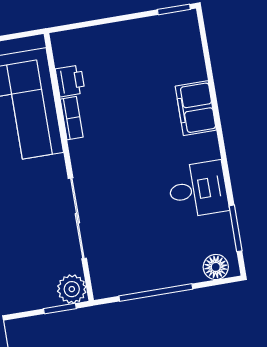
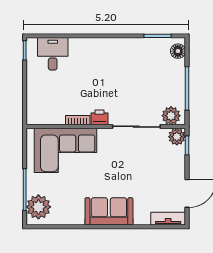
printer: (70, 81) -> (99, 117), moved
filing cabinet: (196, 108) -> (84, 47), removed
desk: (198, 189) -> (53, 54), moved
plant: (105, 273) -> (171, 116), added

